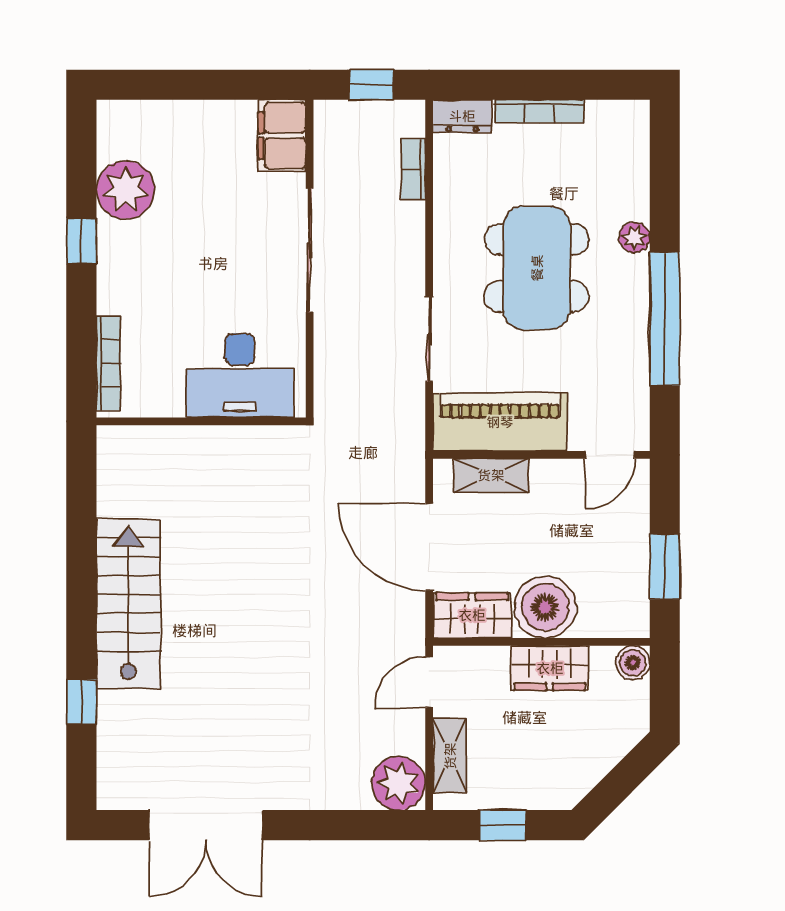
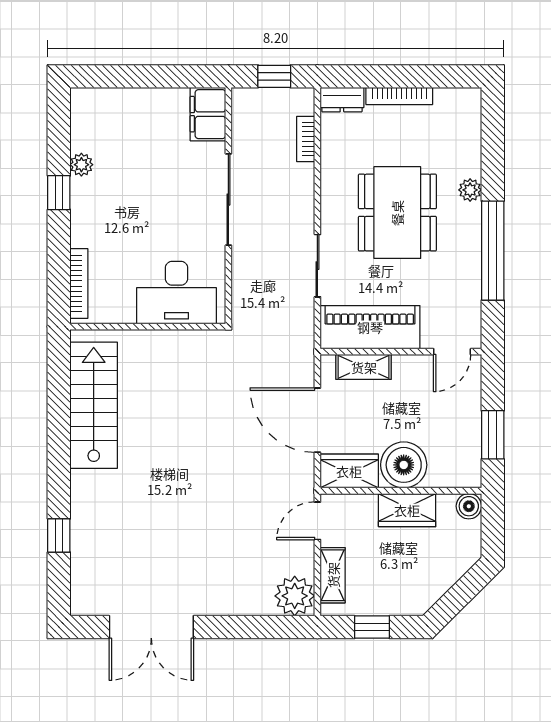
plant: (125, 190) -> (81, 165), width x0.53, depth x0.53
stairs: (128, 604) -> (94, 405), moved

